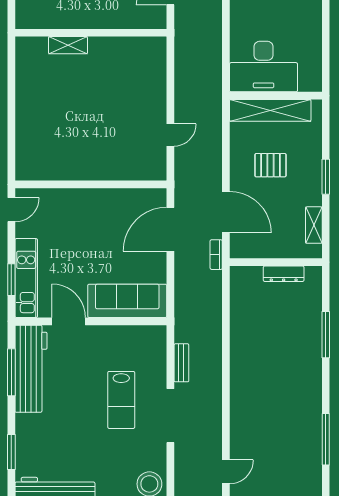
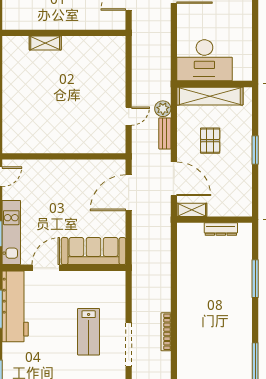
plant: (212, 126) -> (163, 109), added
pallet: (270, 165) -> (210, 141), turned 90
shelving: (314, 225) -> (192, 210), moved, turned 90
bookcase: (216, 255) -> (166, 332), moved, width x1.56
door: (69, 321) -> (46, 268), hinge flipped
bench: (181, 363) -> (165, 133), moved

